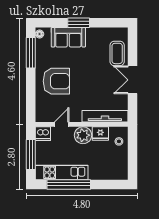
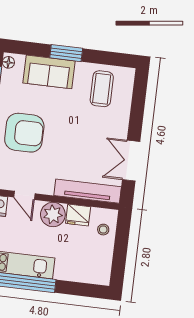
coffee table: (117, 53) -> (102, 89), moved
double door: (132, 80) -> (131, 161), moved
door: (62, 124) -> (24, 195), swing flipped

